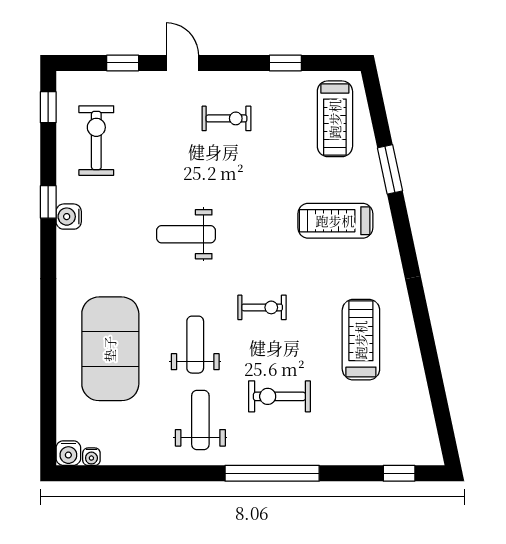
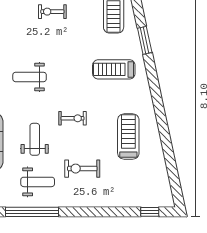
exercise bike: (227, 118) -> (52, 12), turned 180
weight bench: (200, 420) -> (38, 182), turned 90
window: (272, 473) -> (32, 212), moved

